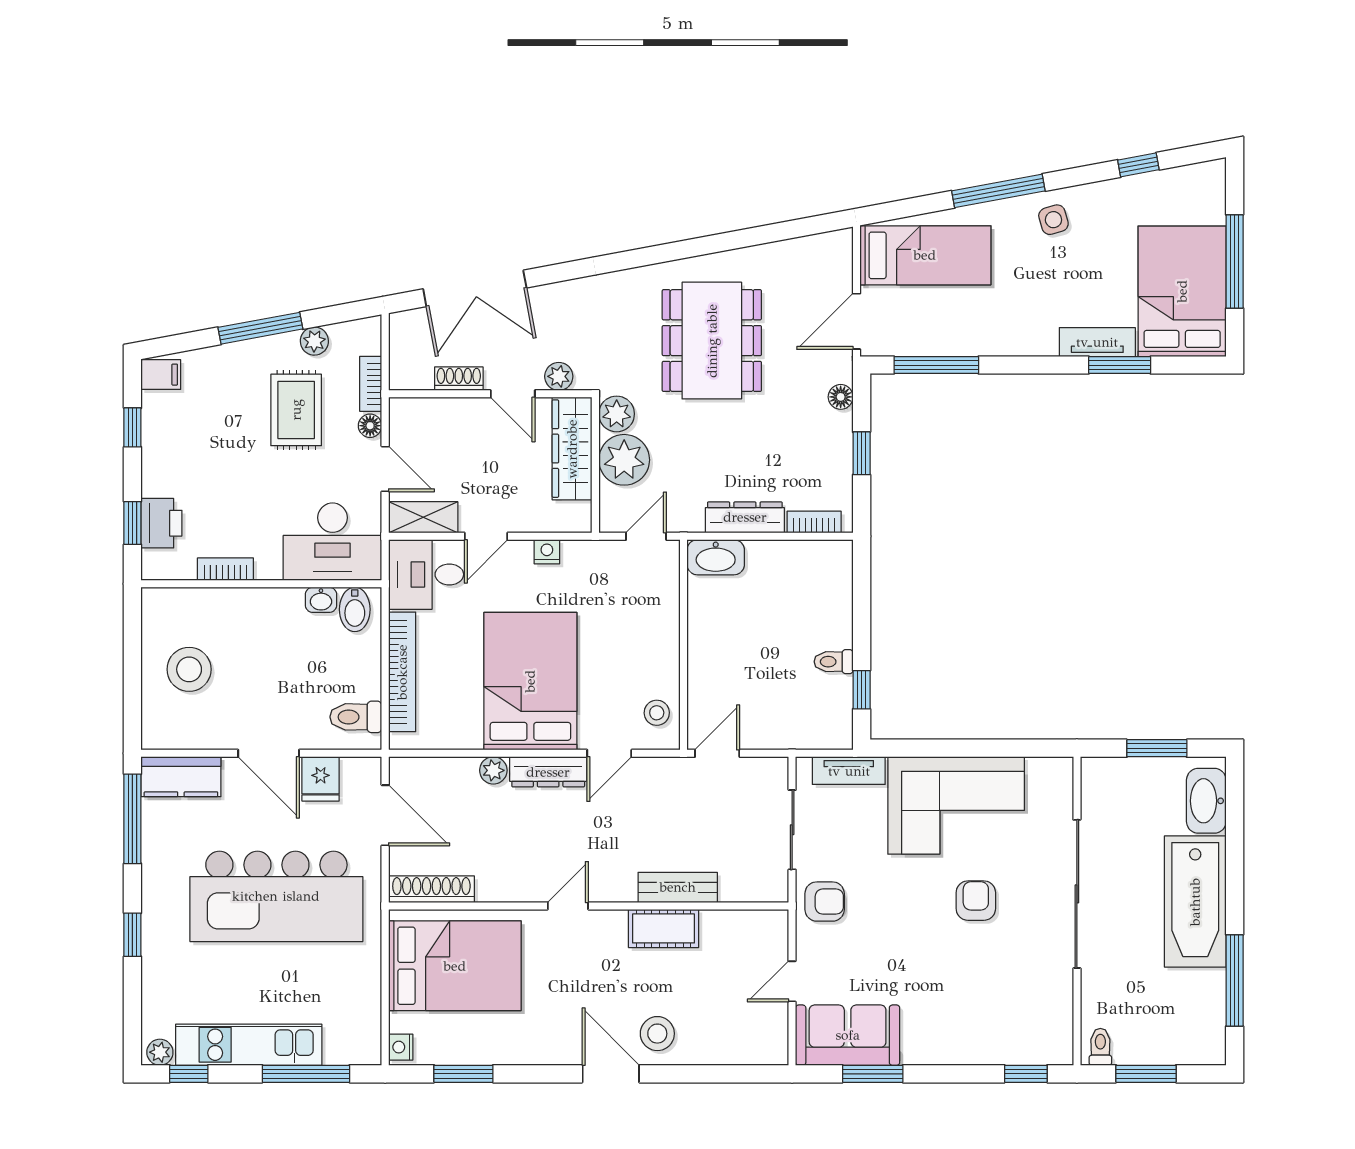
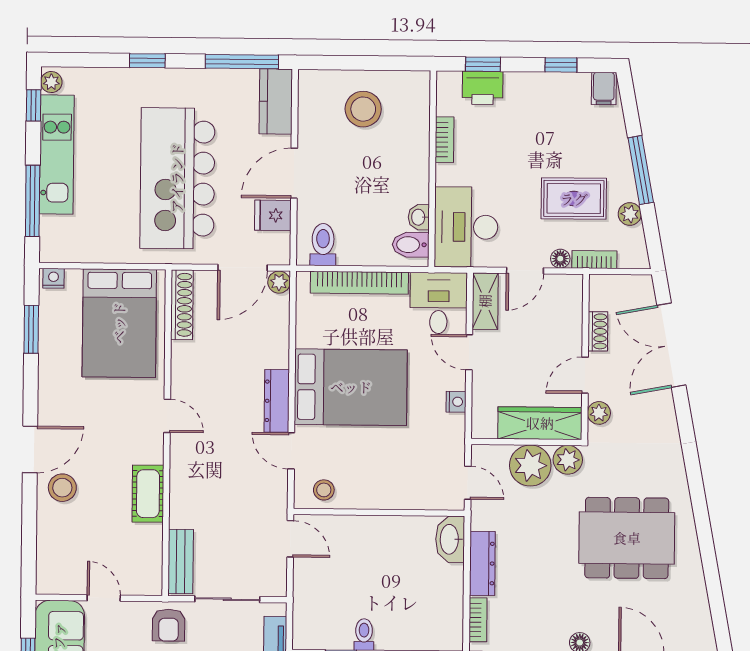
plant: (493, 770) -> (279, 282), moved
bench: (678, 887) -> (181, 562), moved

